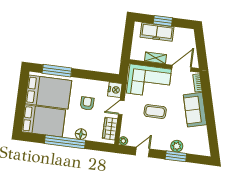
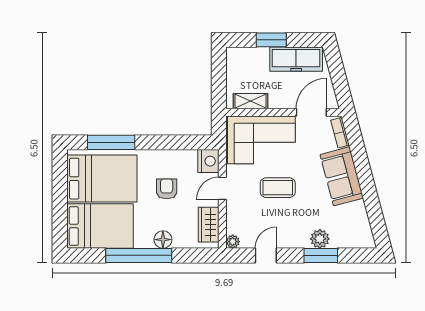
freezer: (157, 32) -> (296, 59), moved
shelving: (155, 58) -> (250, 101), moved

